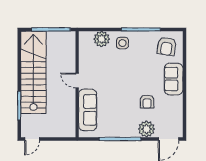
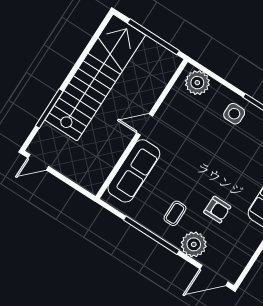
plant: (102, 39) -> (197, 83), moved
door: (77, 81) -> (145, 124), hinge flipped
armchair: (147, 102) -> (217, 210), turned -90
coffee table: (125, 119) -> (175, 213), added

